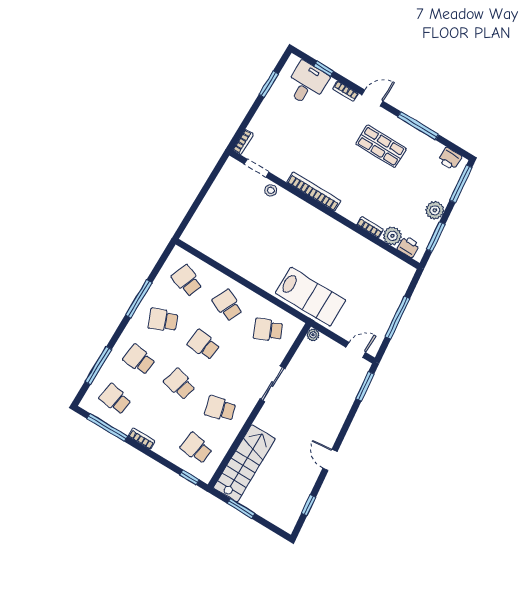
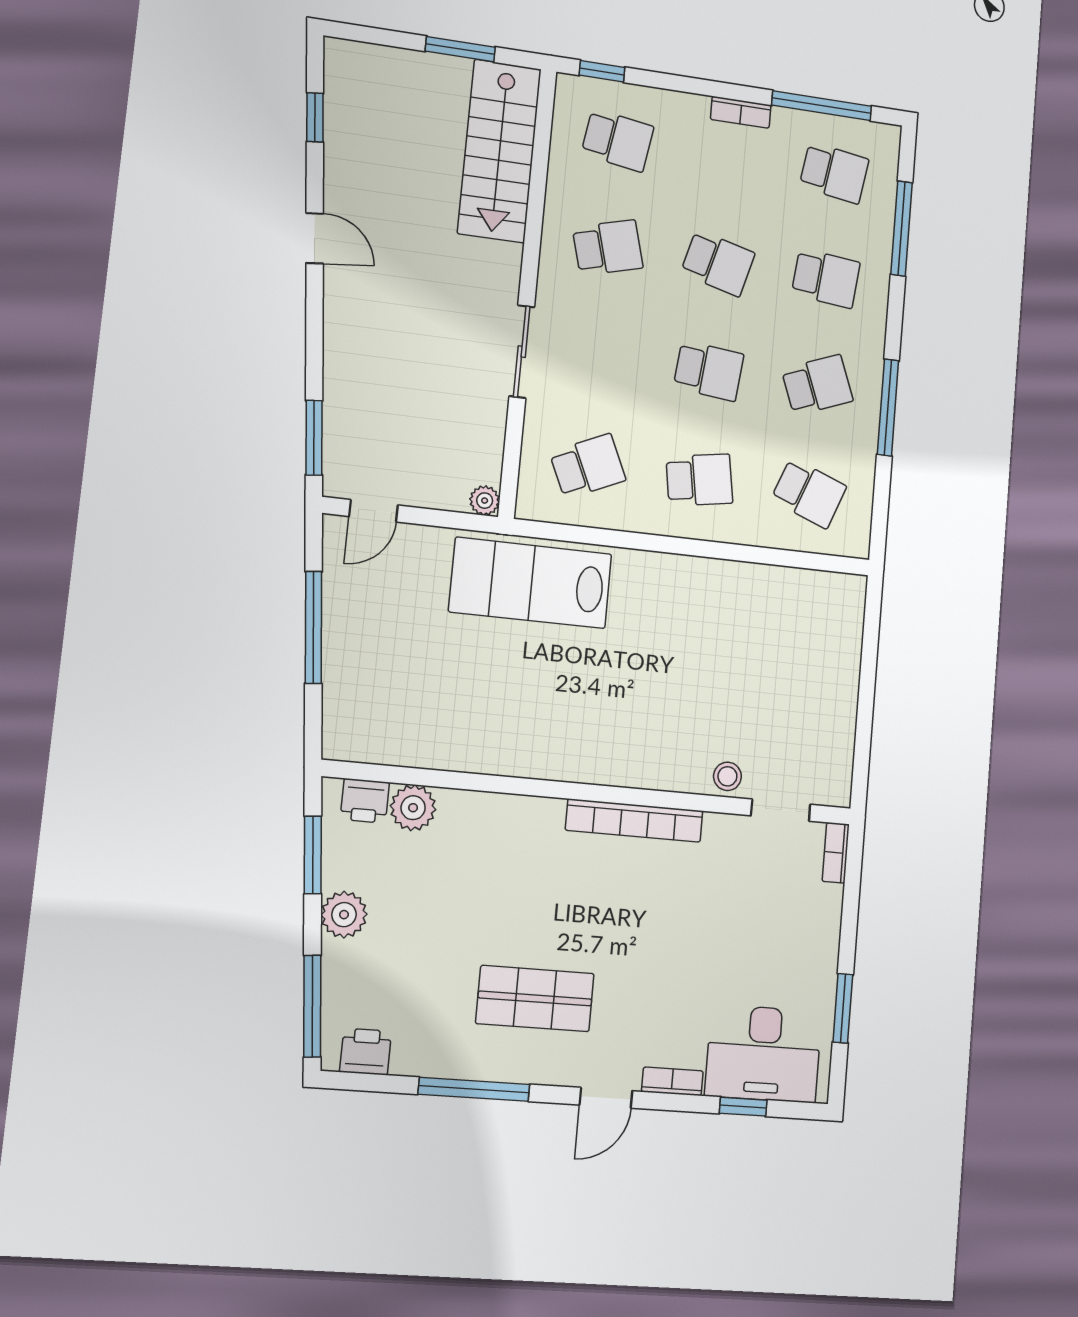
desk: (307, 83) -> (763, 1054), width x1.37
bookcase: (370, 227) -> (473, 803), removed
school desk: (227, 305) -> (699, 480), turned -33

